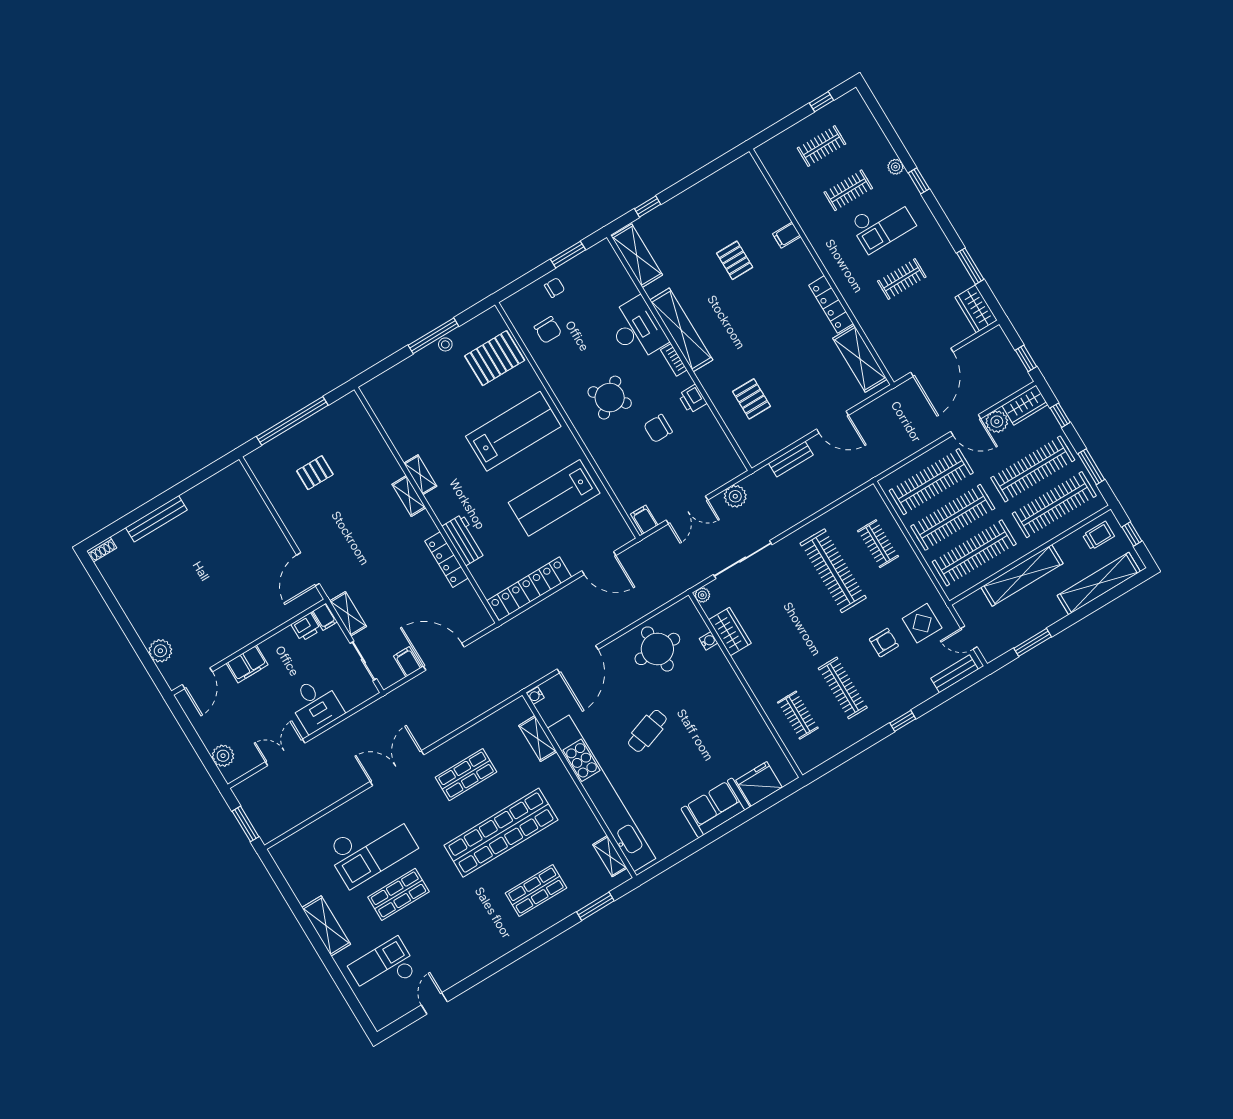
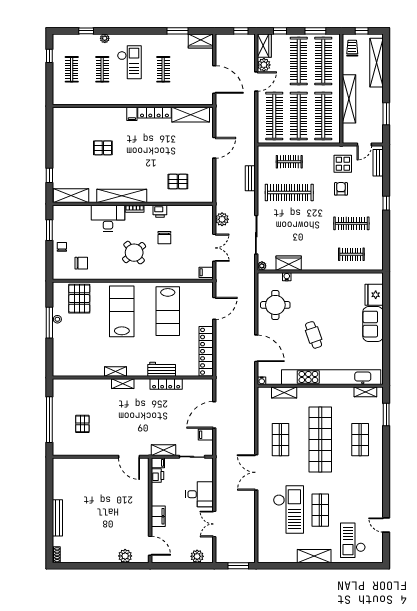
window: (919, 181) -> (86, 31), moved
filing cabinet: (787, 235) -> (132, 114), moved
bench: (791, 459) -> (250, 178), moved

